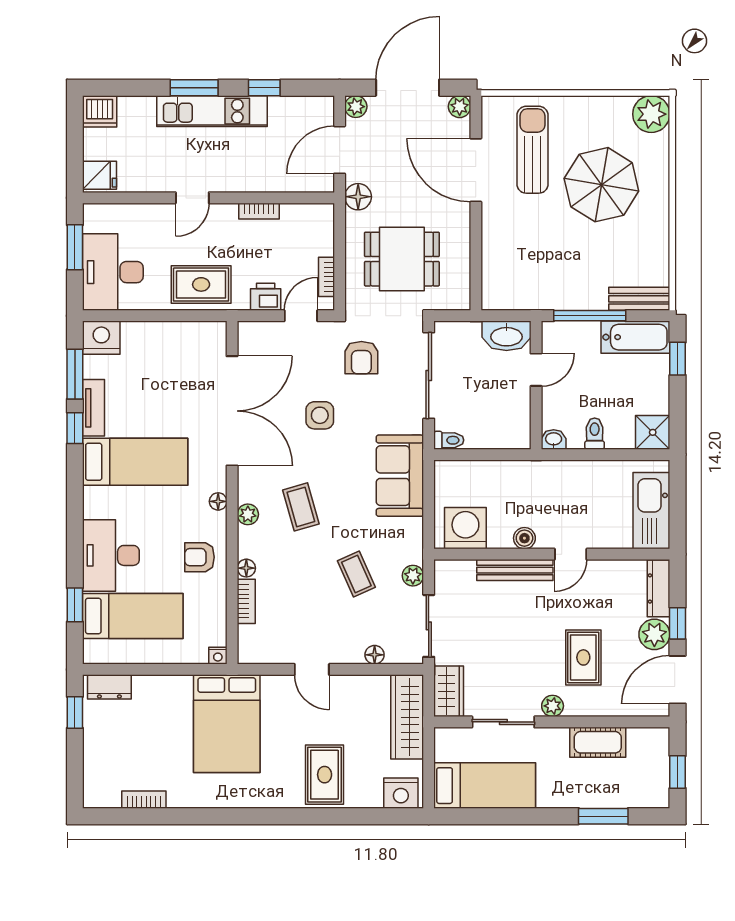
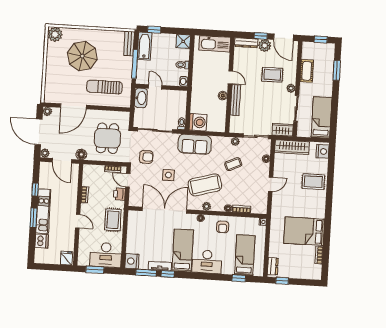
dishwasher: (100, 111) -> (42, 241), moved
sun lounger: (532, 150) -> (104, 87), moved
coffee table: (301, 507) -> (205, 185), width x1.86, depth x1.72
washing machine: (465, 528) -> (198, 122), moved, turned 180
desk: (111, 555) -> (207, 262), moved
bed: (227, 724) -> (304, 231), moved, turned 180

